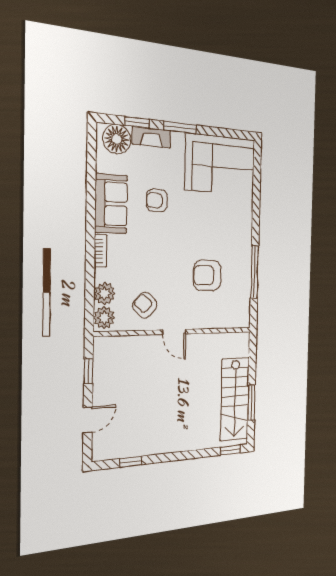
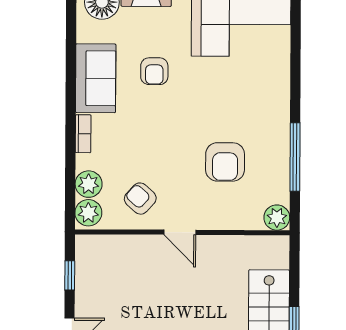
armchair: (157, 200) -> (154, 71), turned -90
armchair: (207, 275) -> (225, 162), turned -90
plant: (242, 318) -> (277, 218), added

